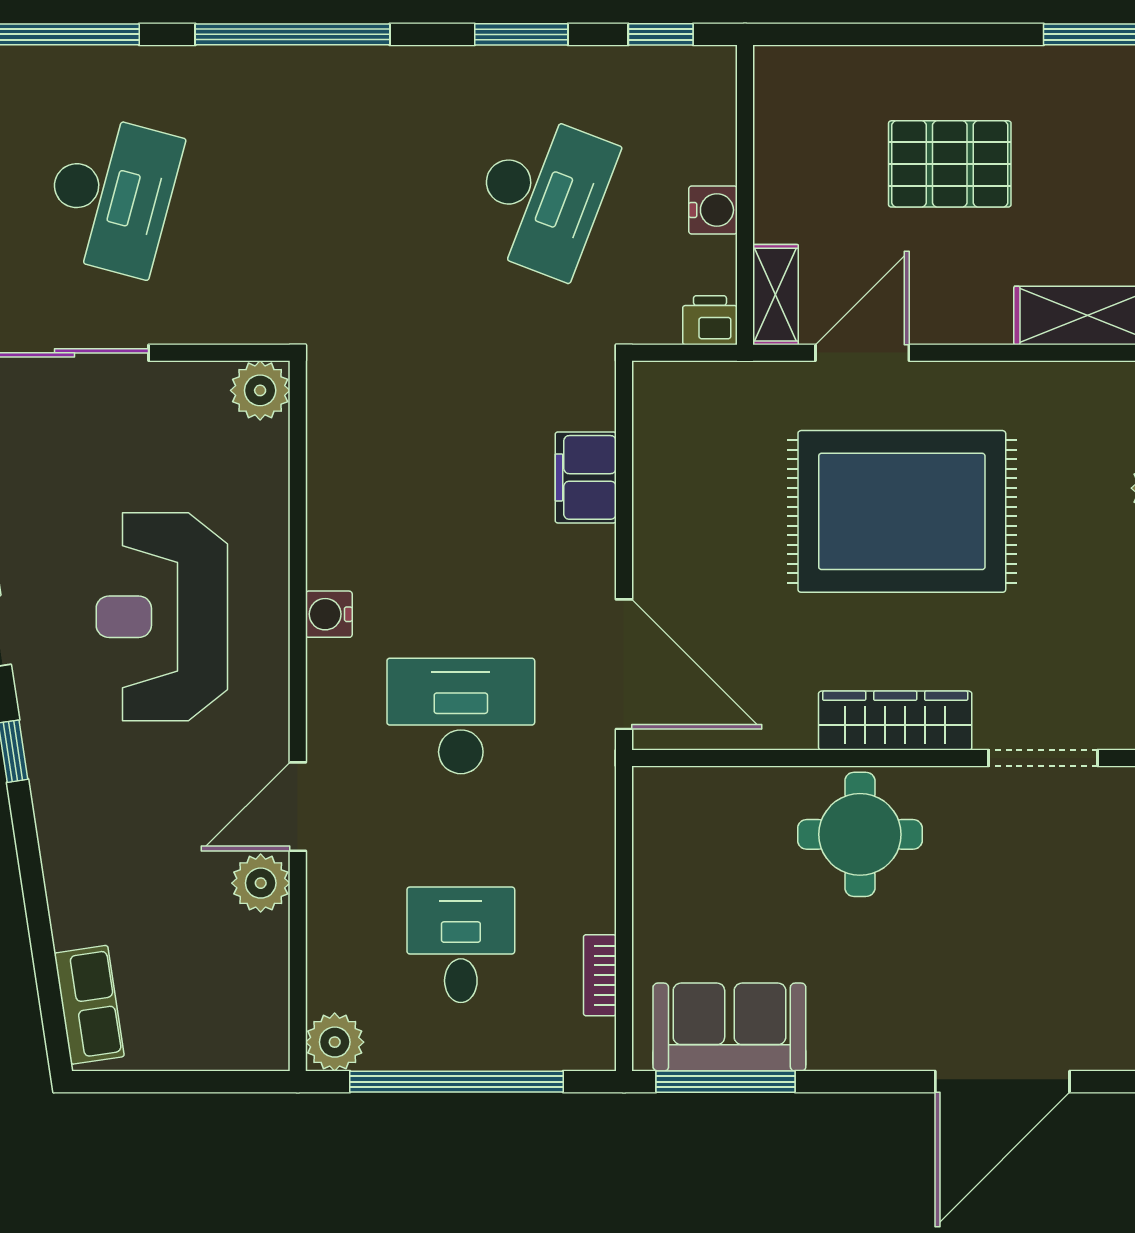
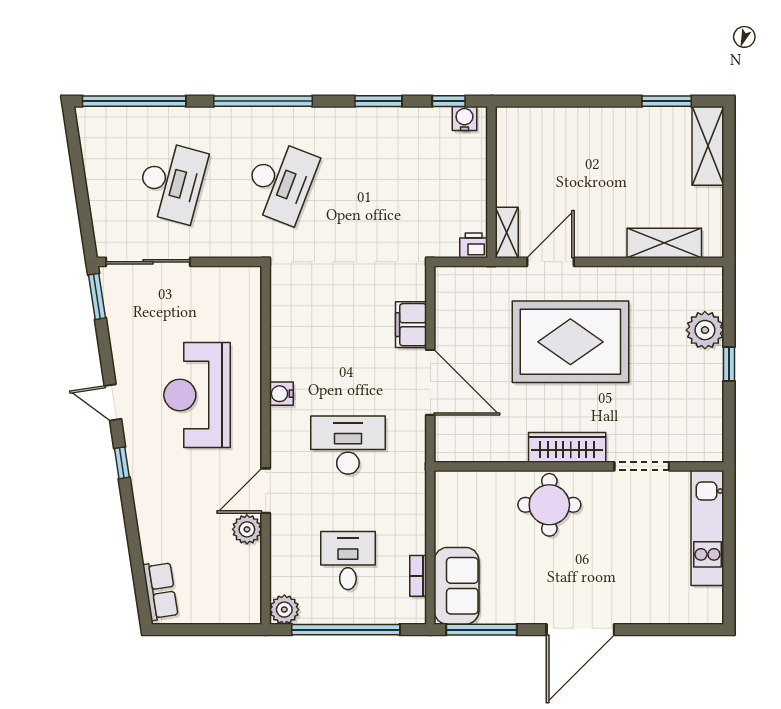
pallet: (950, 164) -> (595, 166), removed
desk: (542, 195) -> (280, 182), moved
water cooler: (713, 210) -> (464, 119), moved, turned -90
plant: (260, 390) -> (247, 281), removed
door: (624, 664) -> (430, 382), moved
sofa: (729, 1027) -> (457, 586), moved, turned 90
door: (1002, 1082) -> (580, 630), moved

